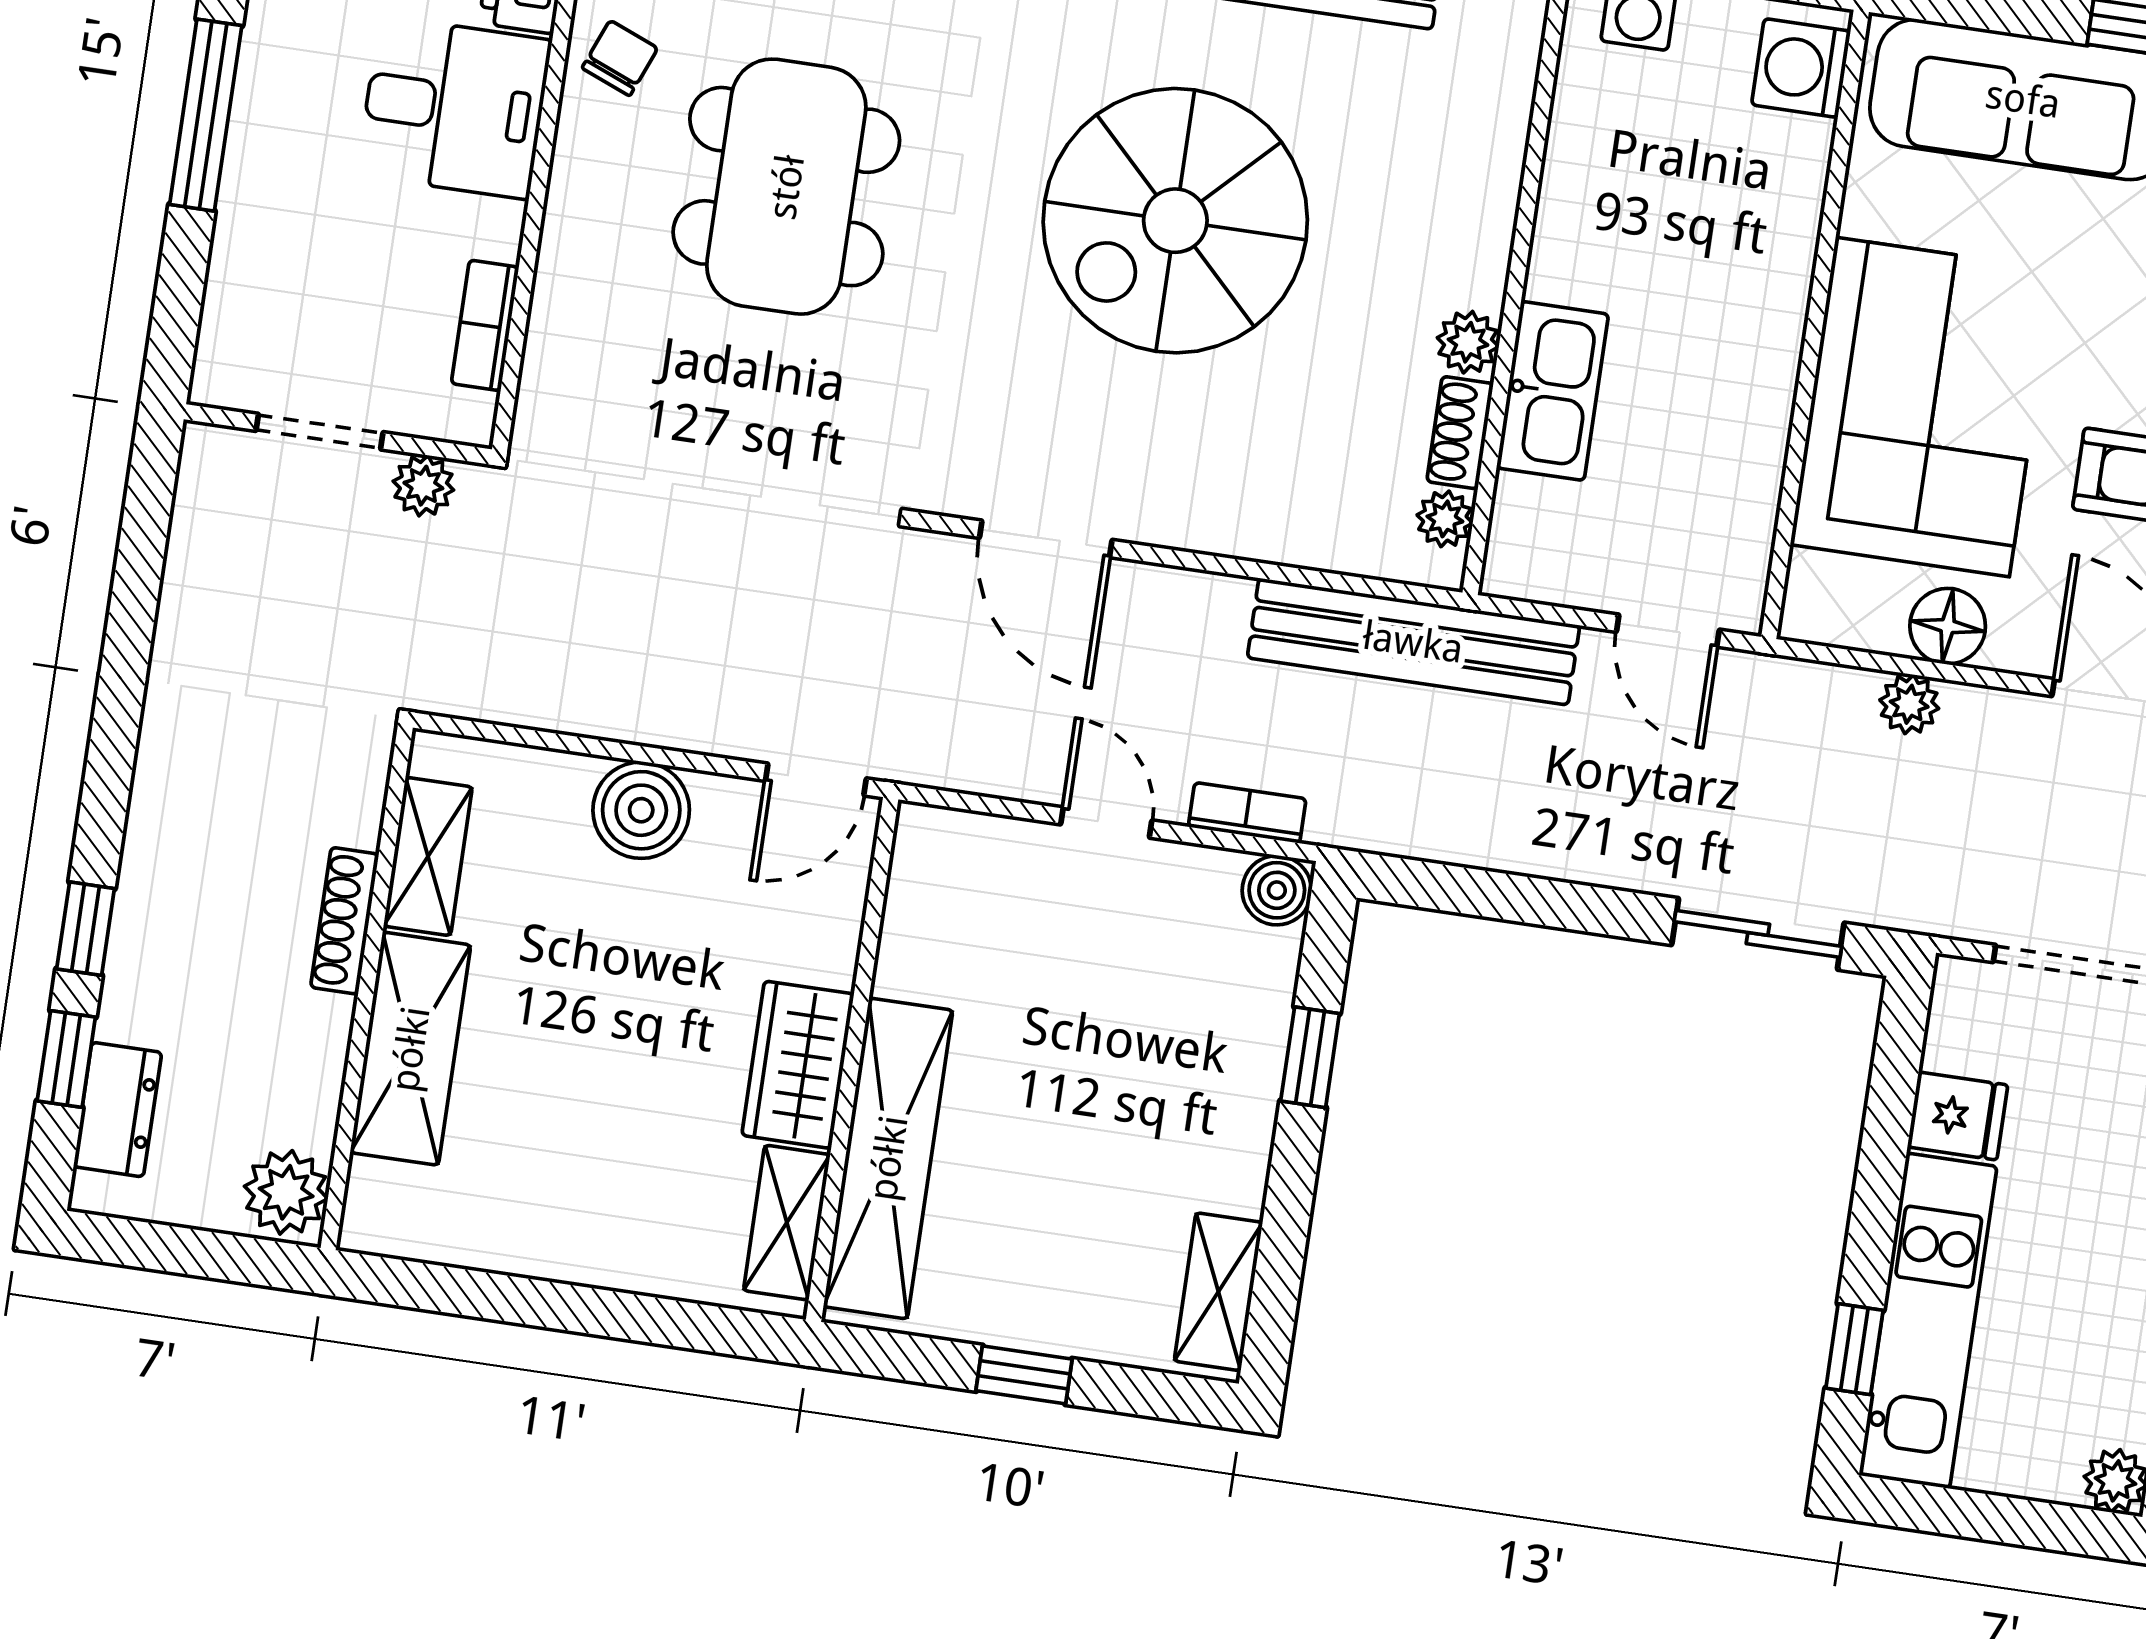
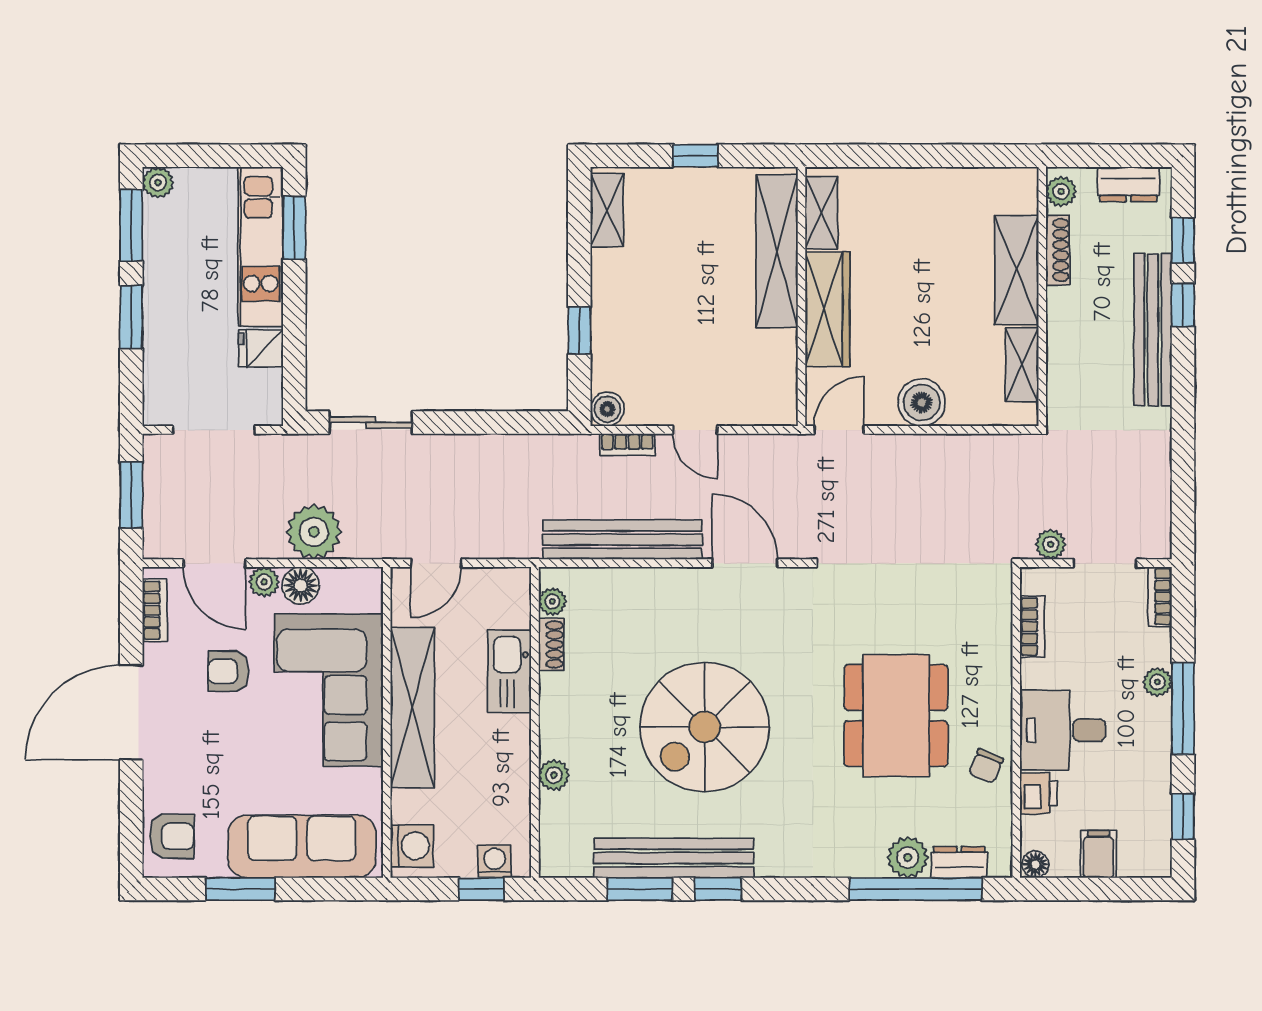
plant: (249, 176) -> (1157, 682), added
spiral stairs: (1175, 221) -> (705, 727), turned 180
plant: (1468, 342) -> (554, 775), moved
shelving: (1759, 347) -> (412, 707), added
bookcase: (219, 348) -> (1160, 597), added
door: (1668, 631) -> (436, 563), swing flipped
bench: (1413, 642) -> (622, 540), moved
plant: (2020, 644) -> (264, 582), added
plant: (1909, 704) -> (314, 532), width x1.88, depth x1.88
bench: (153, 888) -> (1153, 330), added
shoe rack: (345, 921) -> (1058, 250), moved
wardrobe: (798, 1065) -> (827, 309), width x1.50
dresser: (118, 1110) -> (1128, 184), moved, turned -90
plant: (286, 1192) -> (1061, 191), width x0.73, depth x0.73
window: (1854, 1349) -> (294, 228), width x1.50

